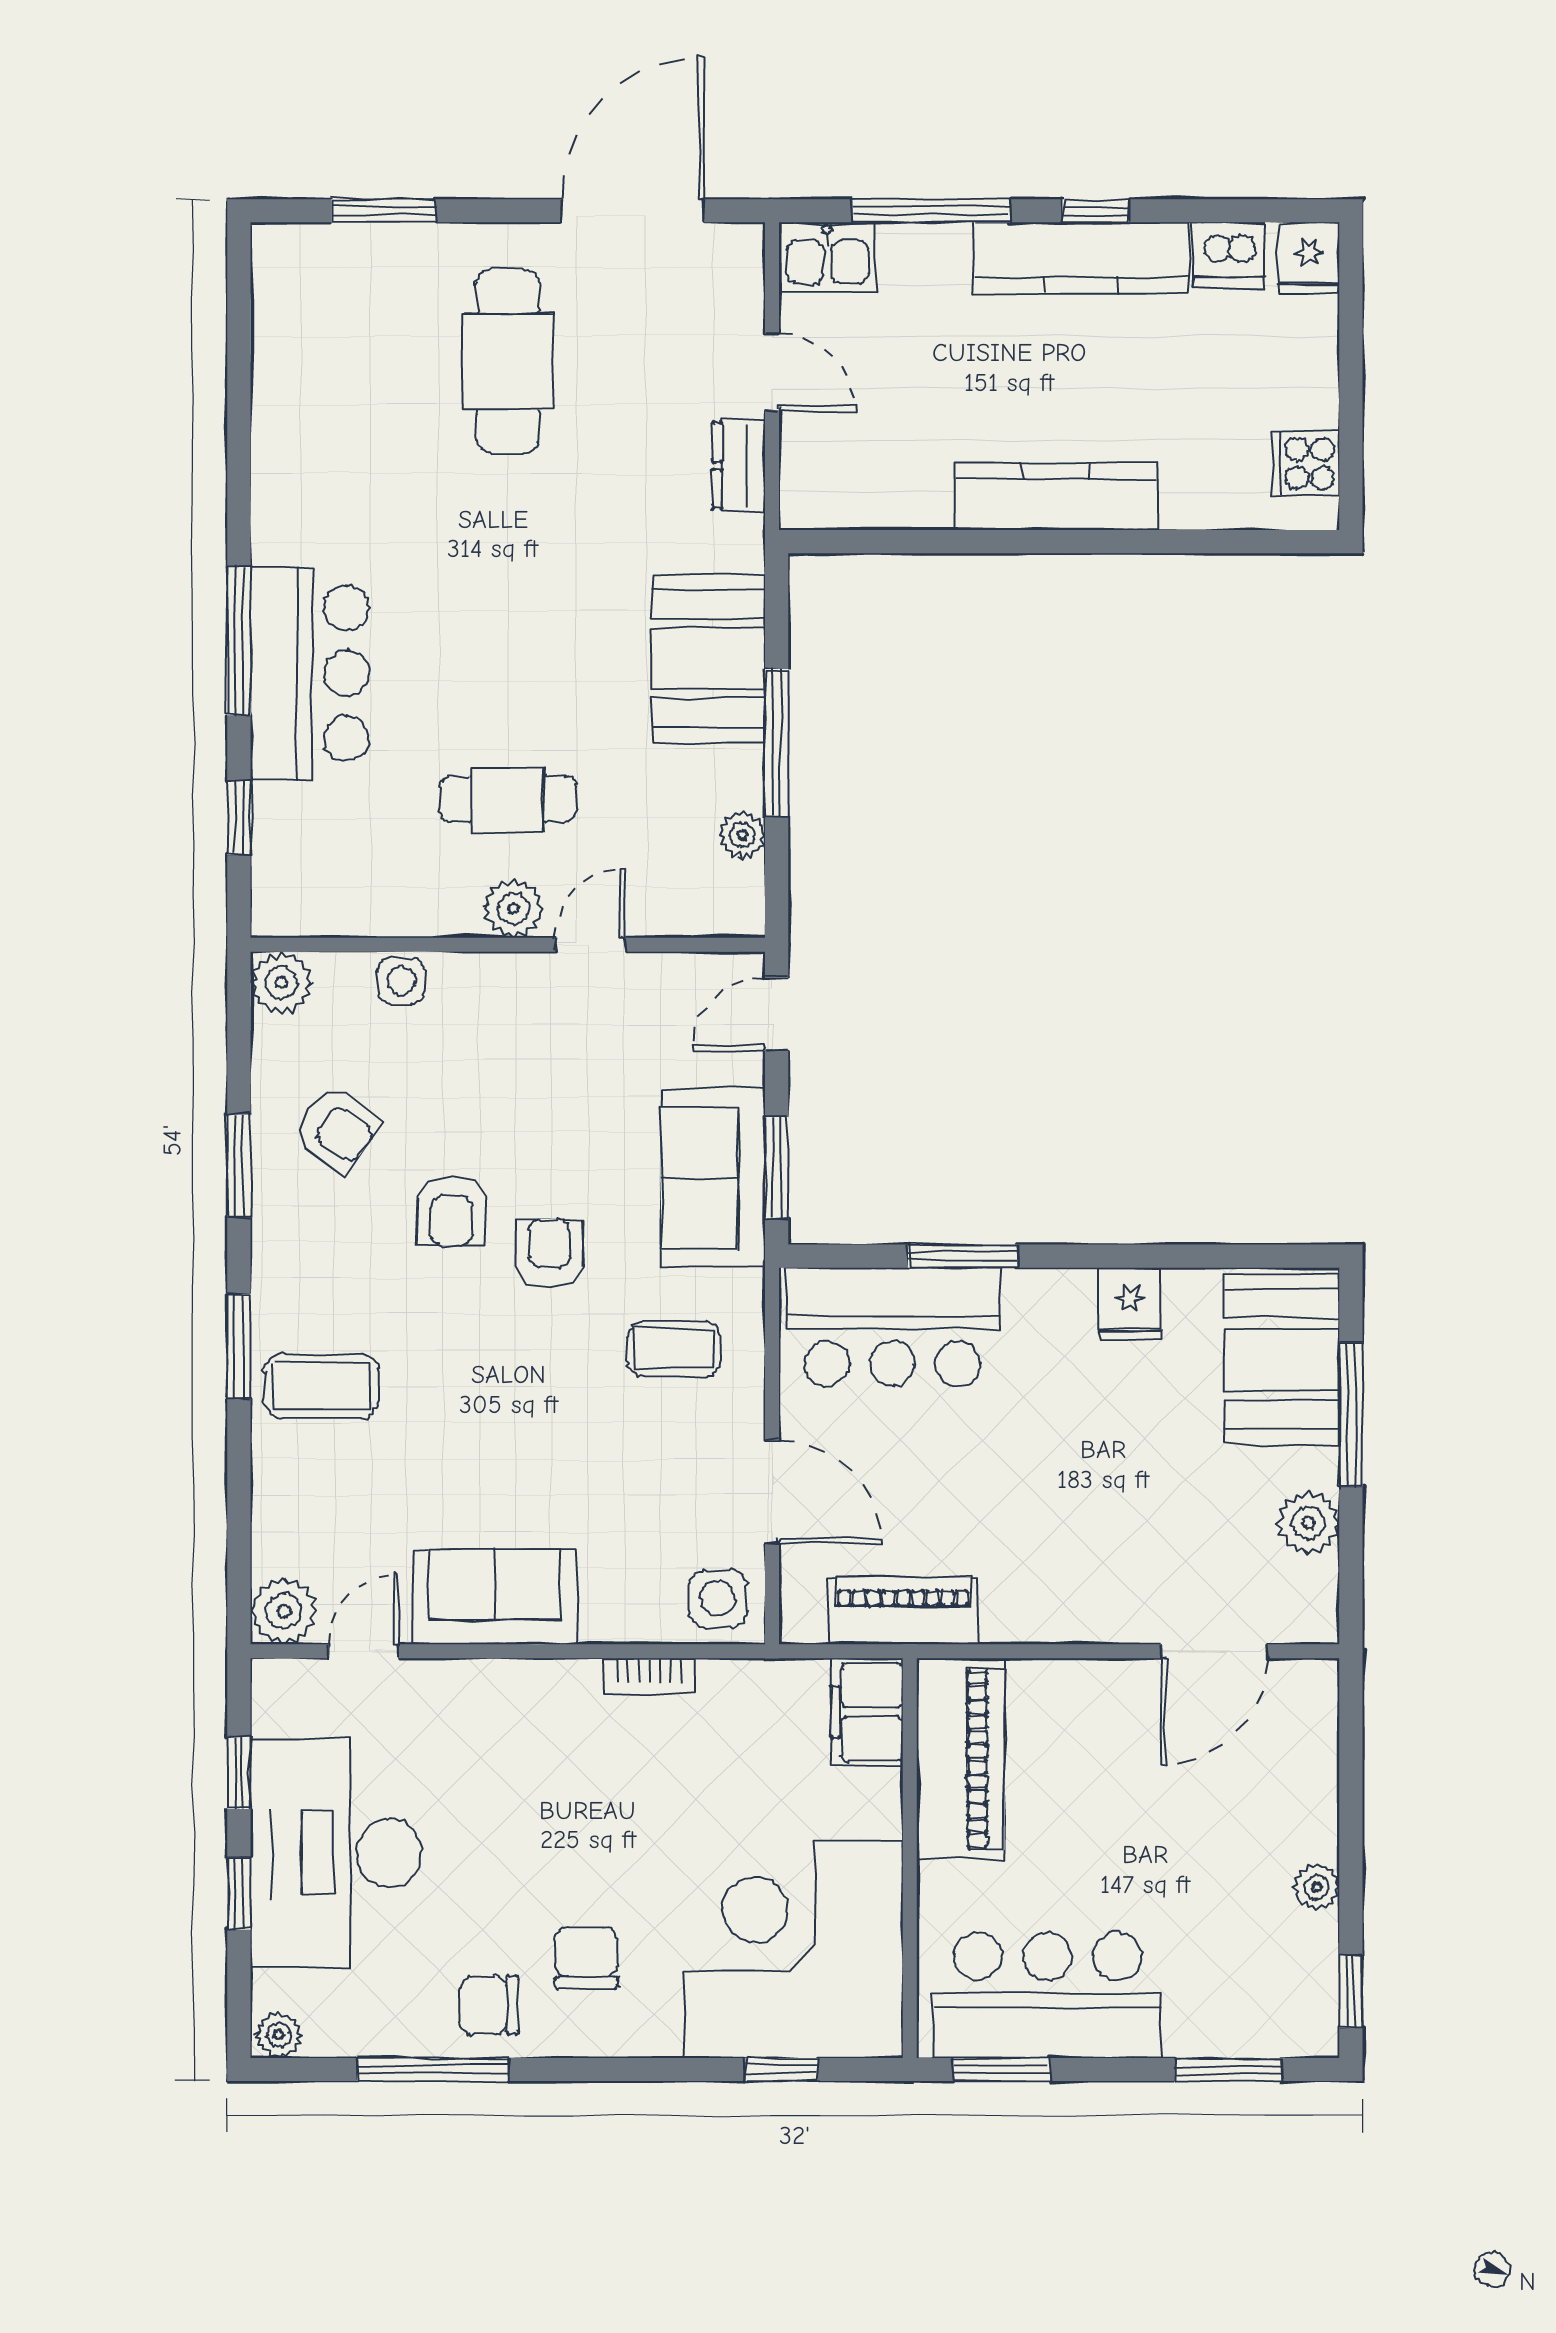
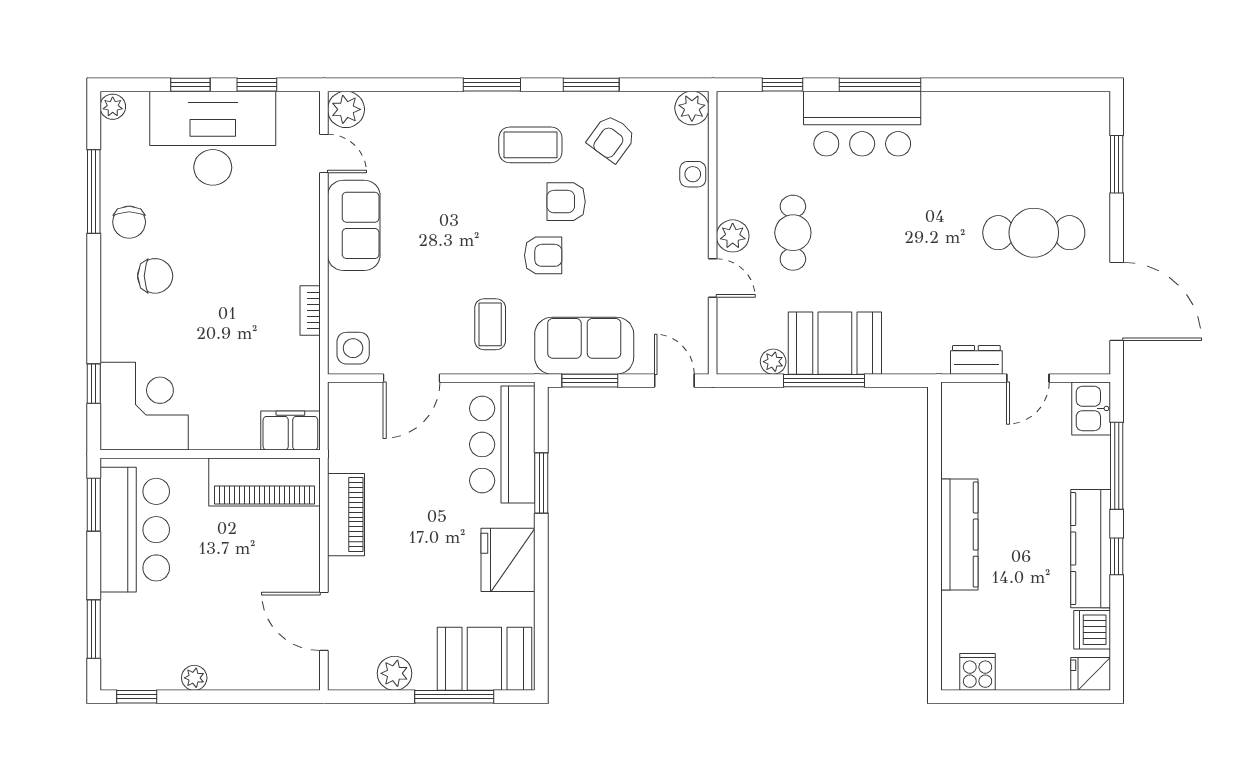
booth: (708, 659) -> (835, 343), moved
fridge: (1129, 1304) -> (508, 560), width x1.88, depth x1.34
coffee table: (322, 1386) -> (530, 145), moved, turned 90
piano: (903, 1611) -> (346, 515), moved
corner desk: (794, 1949) -> (144, 406), width x0.74, depth x0.74
chair: (489, 2005) -> (129, 222), turned 180

